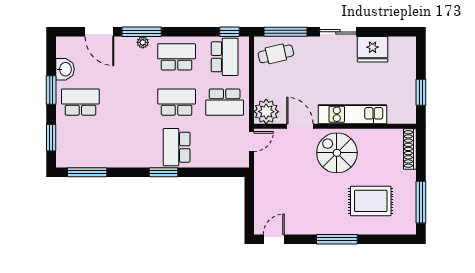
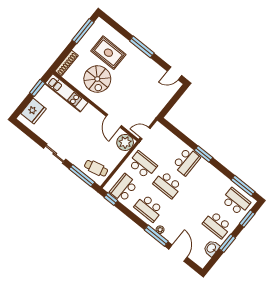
fridge: (373, 49) -> (33, 111), moved, turned 90
kitchen unit: (352, 114) -> (66, 93), moved
school desk: (80, 147) -> (236, 201), added
spiral stairs: (337, 153) -> (97, 79), moved

